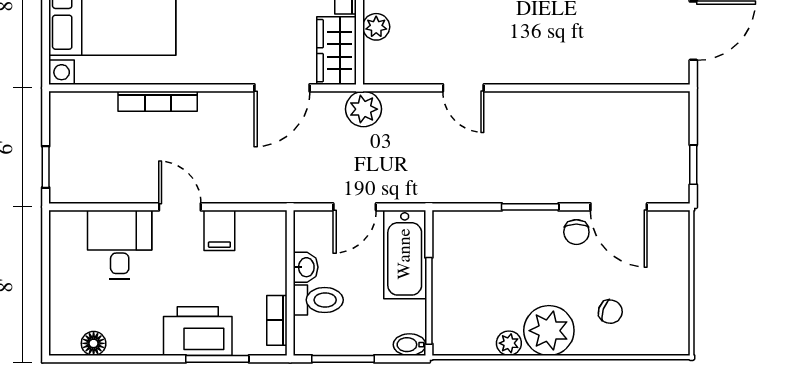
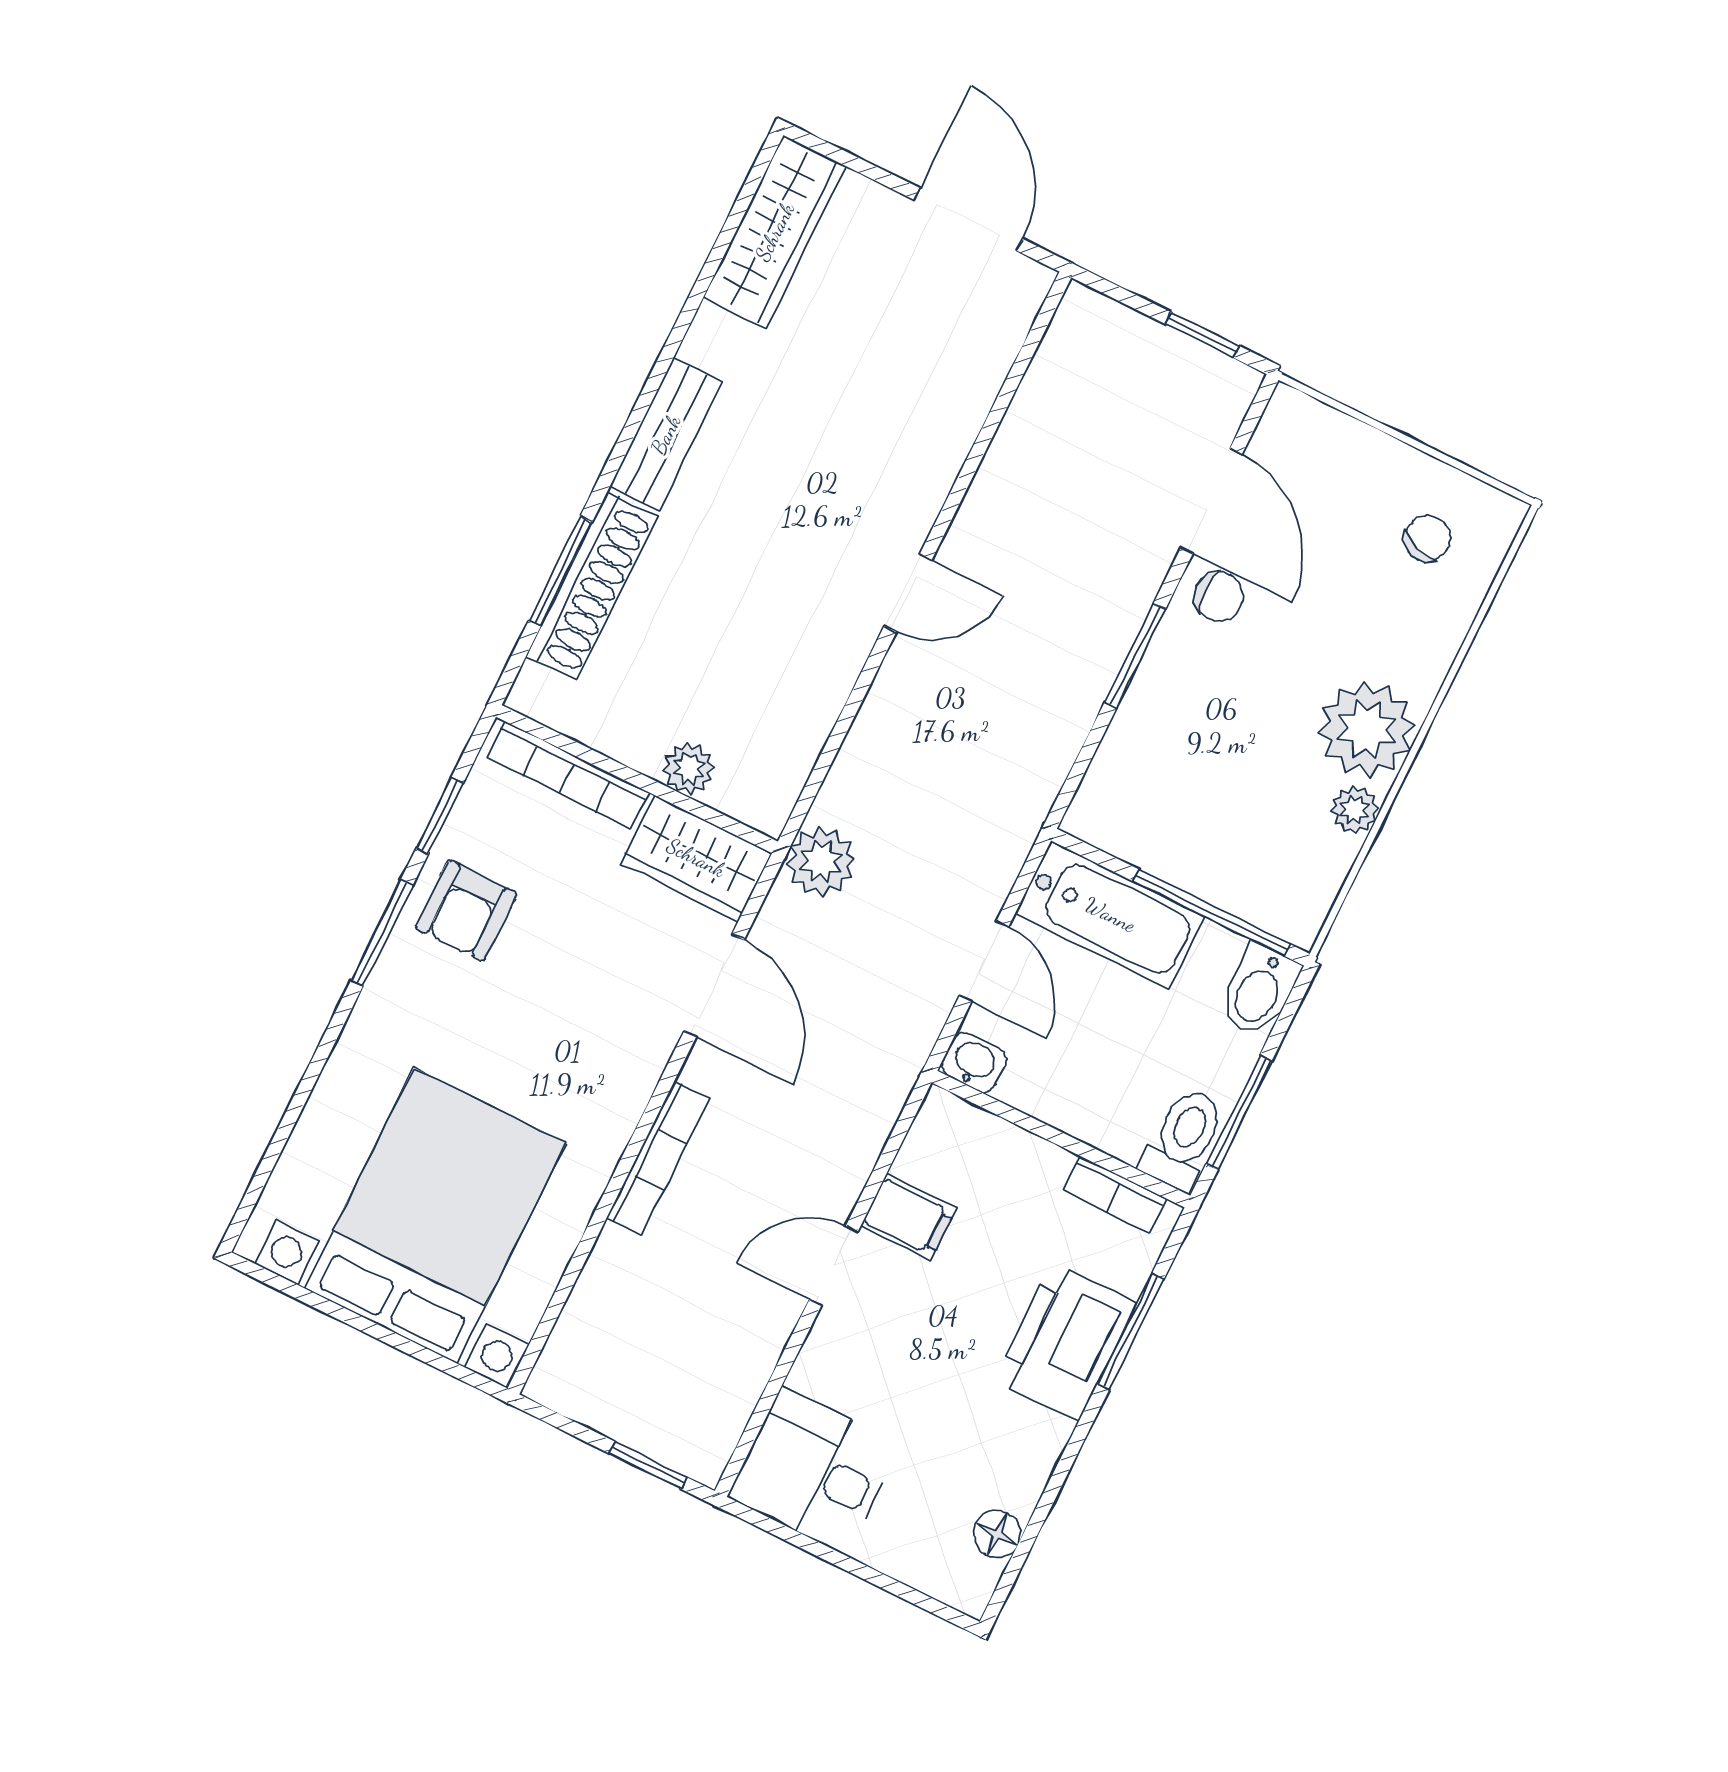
door: (463, 88) -> (908, 593), moved
bookcase: (158, 101) -> (658, 1158), moved
door: (619, 207) -> (1211, 501), hinge flipped
desk: (120, 245) -> (814, 1471), moved
washbasin: (306, 267) -> (974, 1062), moved
toilet: (318, 300) -> (1184, 1139), moved
chair: (610, 312) -> (1428, 538), moved
bidet: (409, 345) -> (1259, 991), width x1.38, depth x1.36

